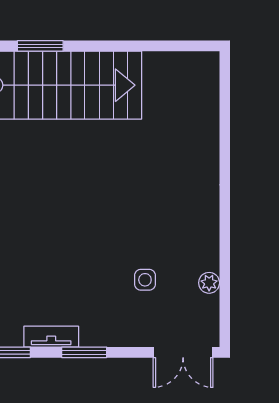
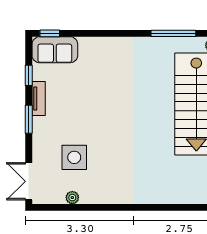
side table: (145, 280) -> (74, 157), width x1.87, depth x1.87

